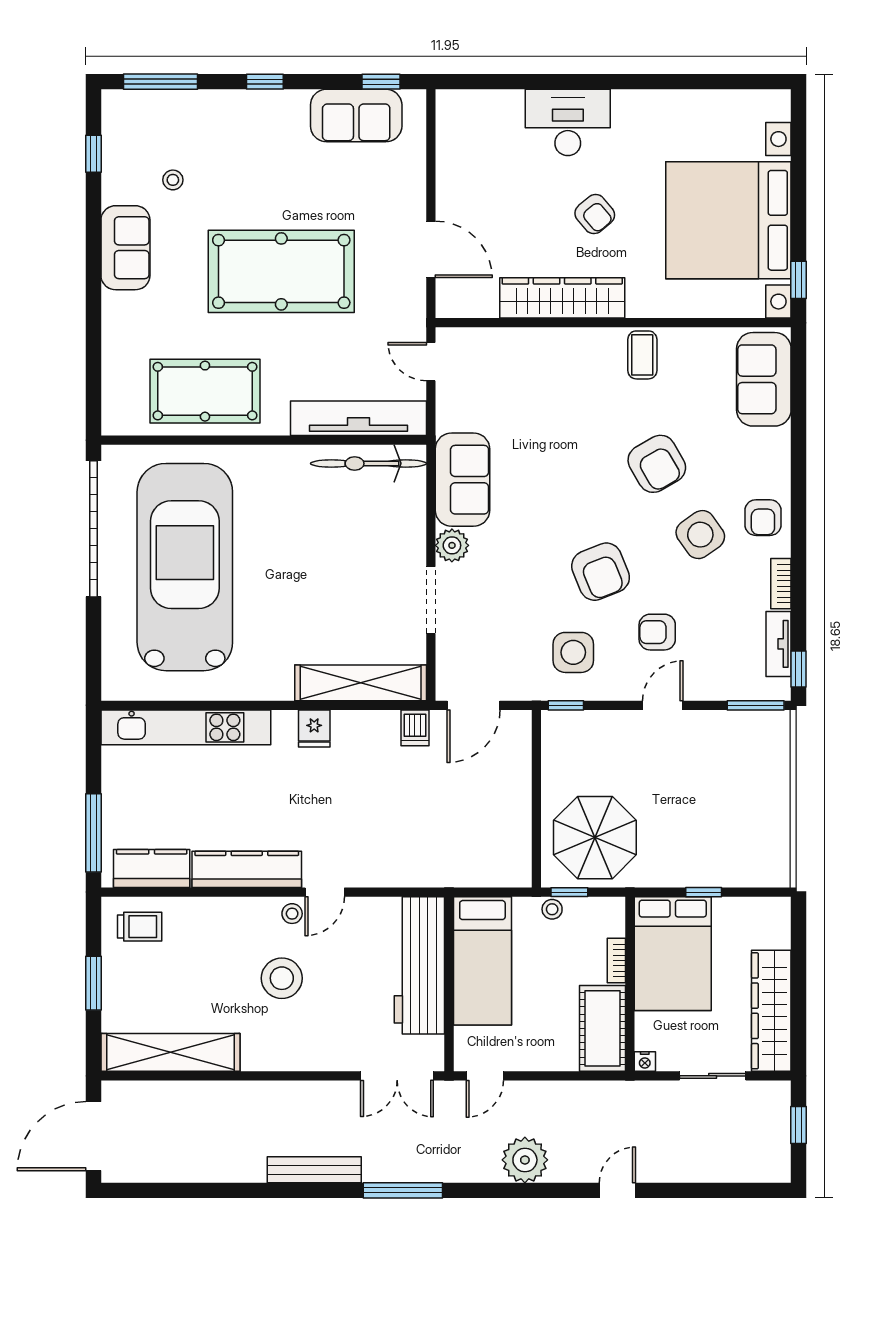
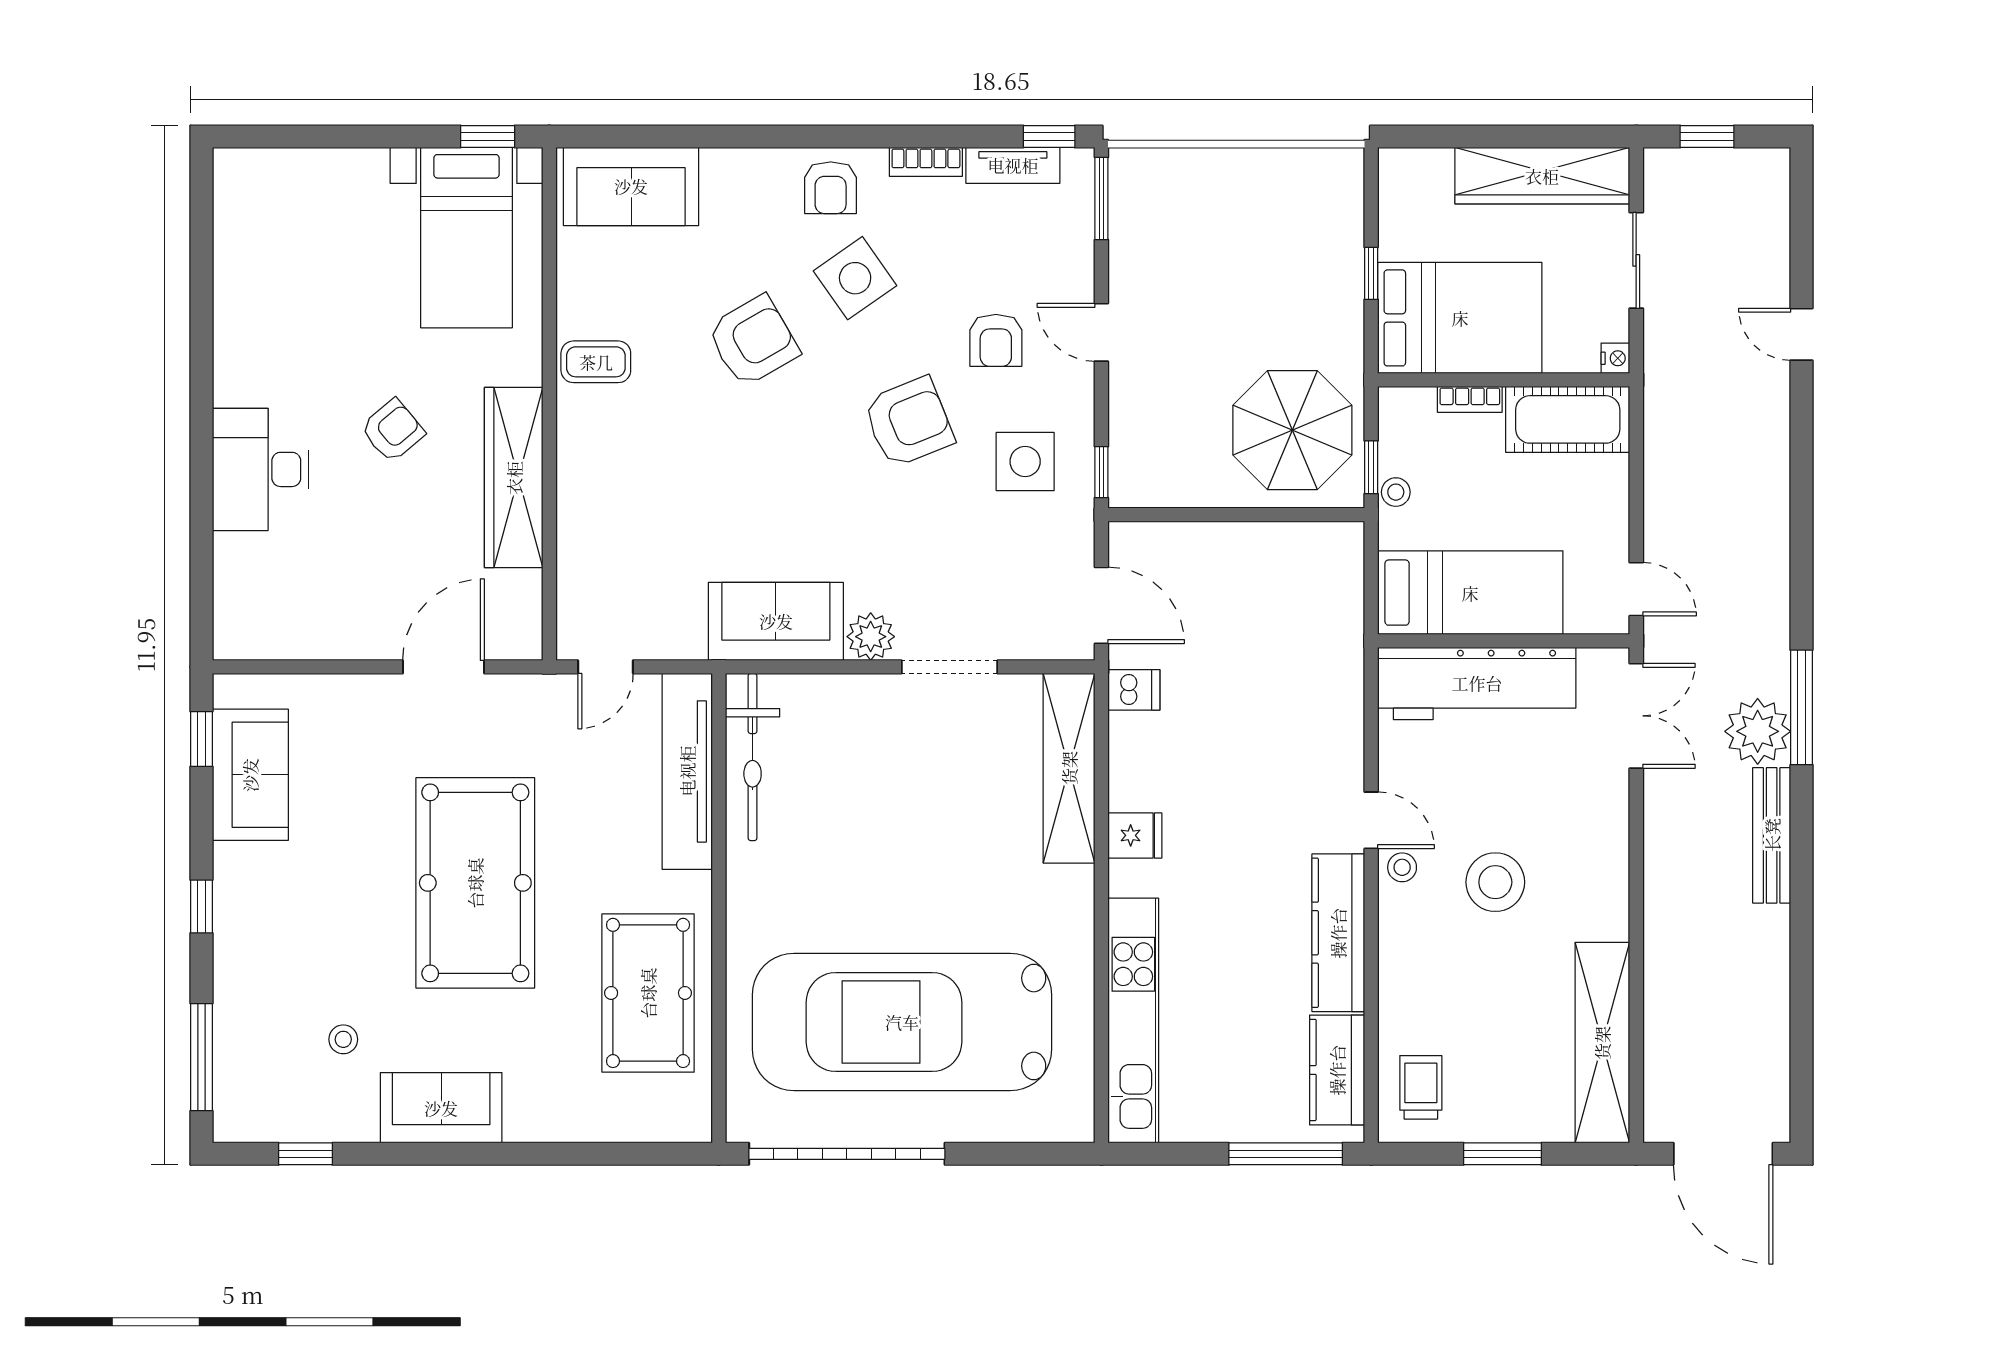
bed with nightstands: (728, 220) -> (466, 238), width x0.54
armchair: (763, 518) -> (831, 188), turned 90
plant: (525, 1160) -> (1758, 731), moved
door: (617, 1190) -> (1801, 334), moved

